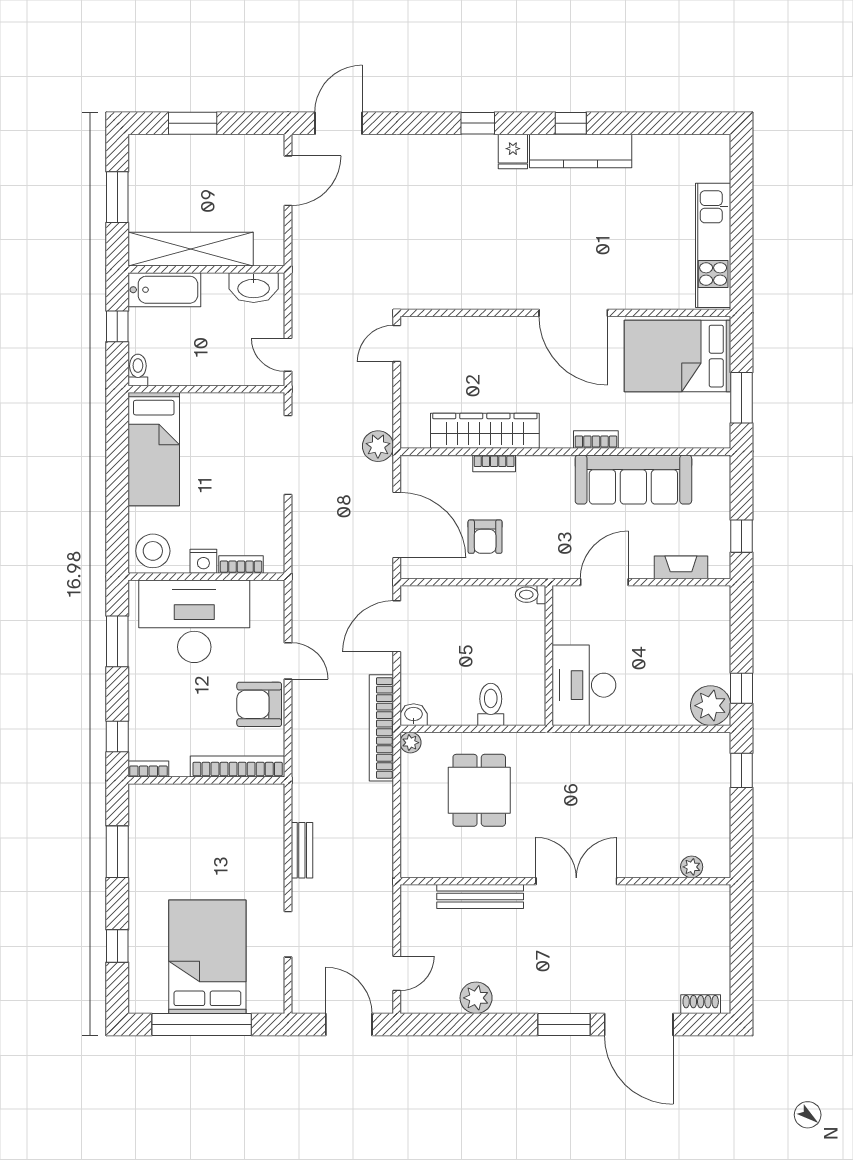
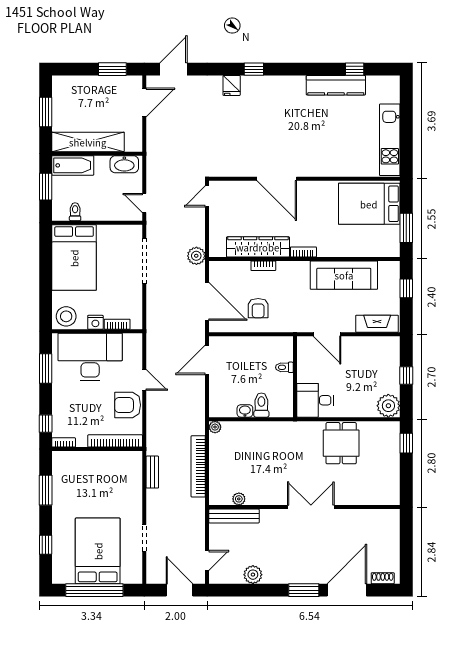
window: (193, 123) -> (112, 69), moved
window: (571, 123) -> (355, 69), moved
fridge: (513, 151) -> (232, 85), moved
kitchen counter: (581, 151) -> (336, 85), moved
door: (573, 313) -> (277, 179), moved
window: (117, 326) -> (46, 187), width x1.50
toilet: (138, 370) -> (75, 212), moved
bookcase: (596, 439) -> (303, 252), moved
bed: (154, 449) -> (74, 258), width x1.50
window: (741, 536) -> (406, 288), moved
fireplace: (681, 567) -> (377, 324), width x1.37, depth x1.32
door: (604, 582) -> (327, 334), swing flipped
toilet: (531, 595) -> (284, 367), moved
desk: (584, 685) -> (315, 400), width x0.73
window: (741, 688) -> (406, 375), moved
washbasin: (414, 715) -> (245, 411), moved
bookcase: (381, 728) -> (198, 466), moved
dining table: (479, 790) -> (341, 443), moved
bench: (302, 850) -> (152, 472), moved
plant: (692, 867) -> (239, 499), moved
bench: (480, 896) -> (234, 516), moved
door: (639, 1025) -> (347, 590), swing flipped

